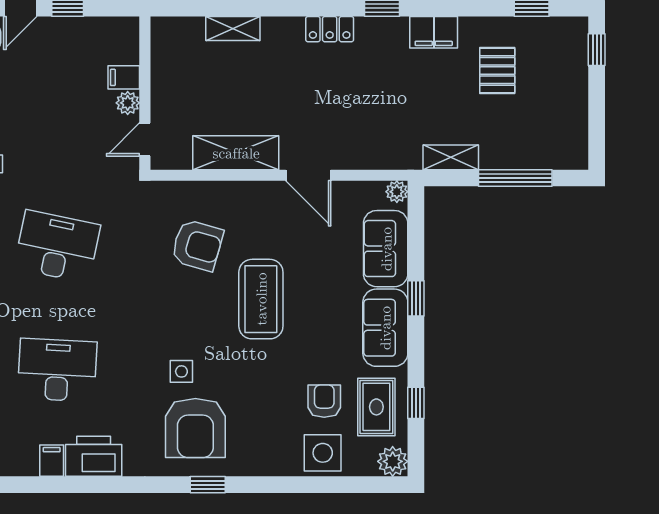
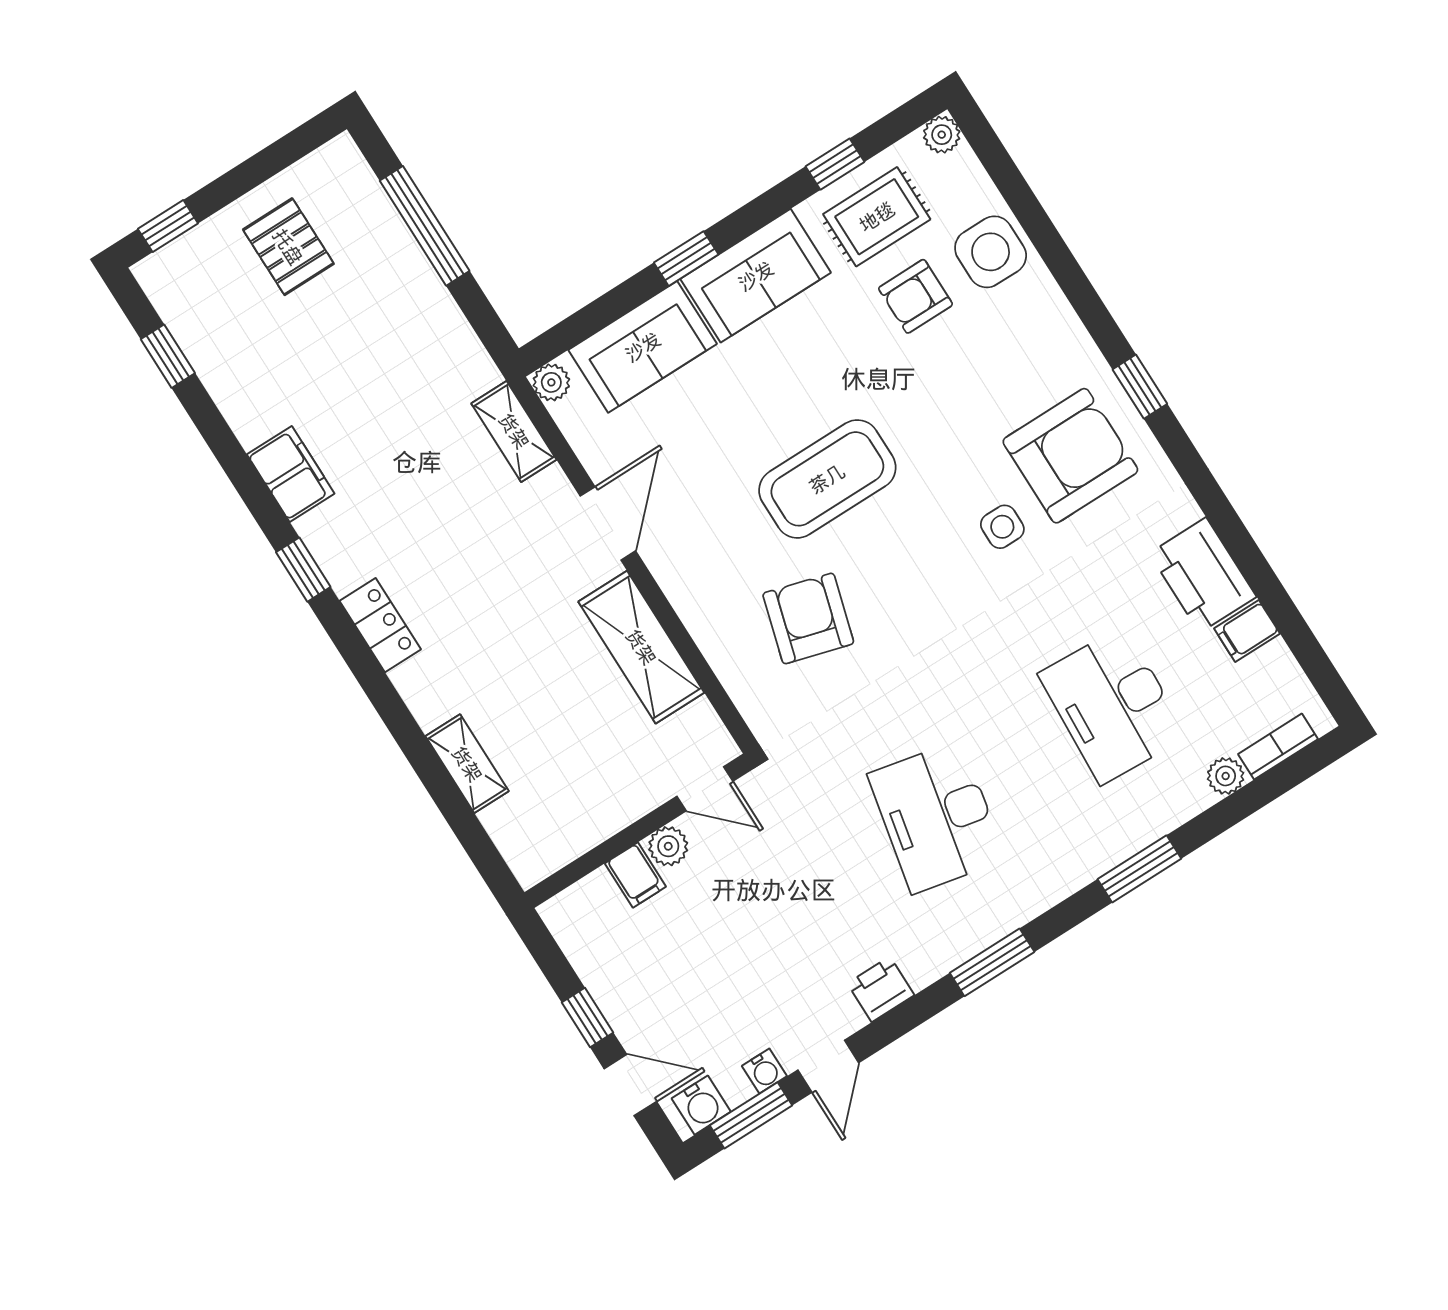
pallet: (497, 71) -> (288, 247), moved, turned 90
shelving: (451, 157) -> (514, 431), moved
plant: (393, 461) -> (942, 135), width x0.73, depth x0.73

